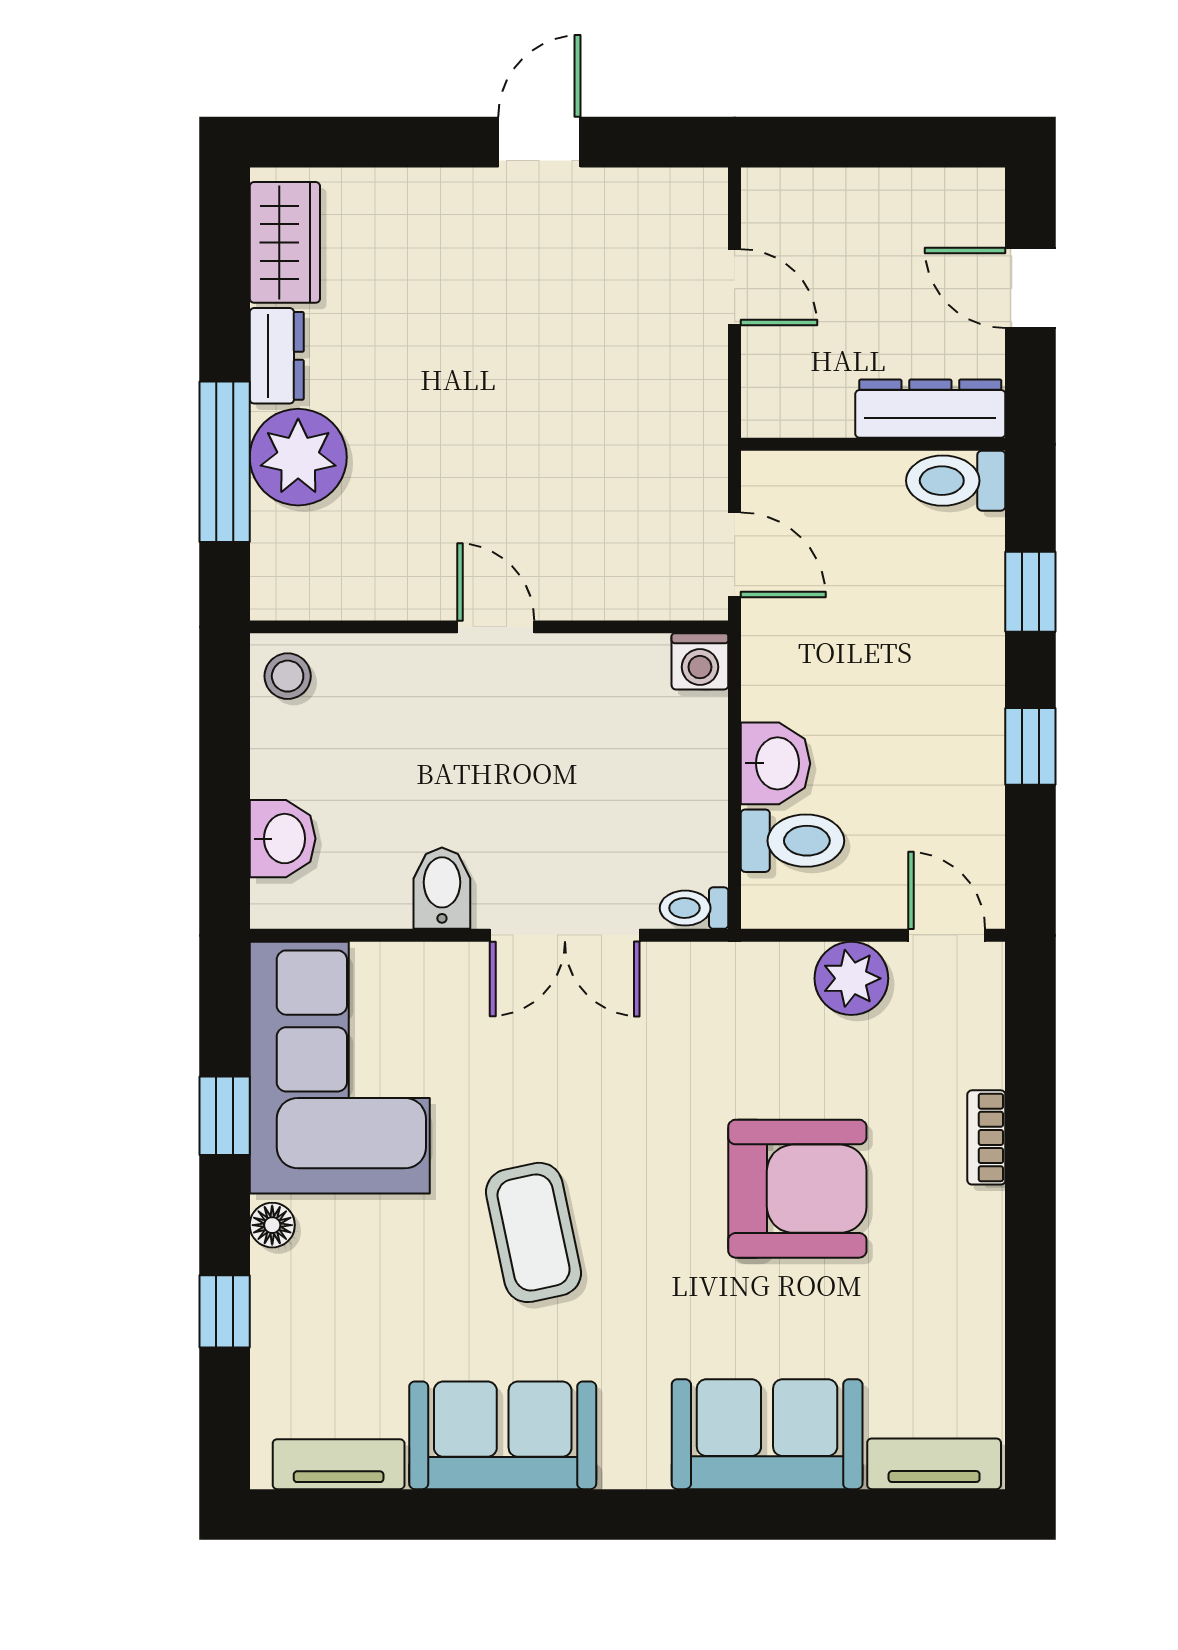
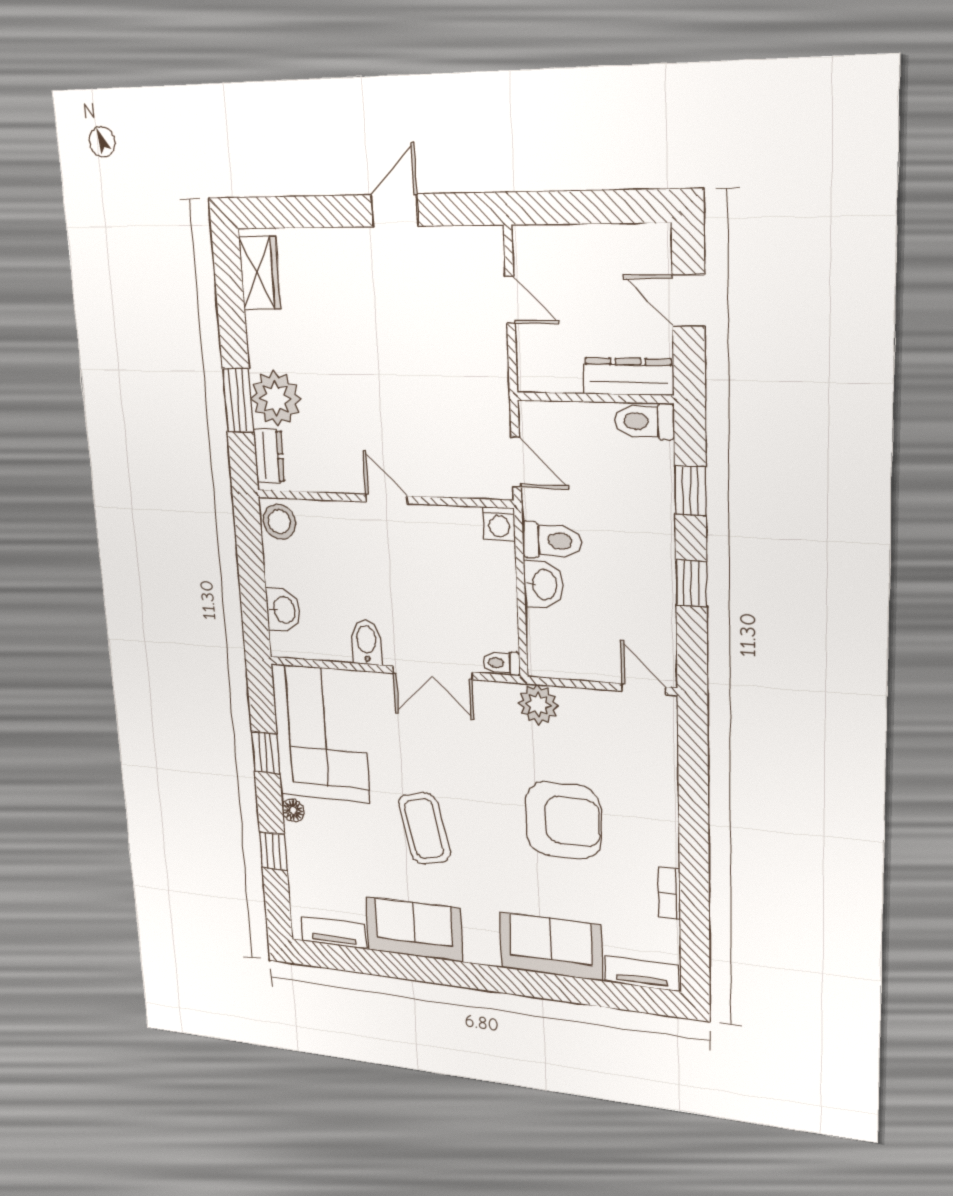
dresser: (277, 356) -> (269, 456), moved
window: (225, 462) -> (238, 400), width x0.69
stool: (288, 676) -> (279, 522), width x1.37, depth x1.37
toilet: (792, 841) -> (552, 541), moved
plant: (851, 978) -> (538, 705), moved
bookcase: (986, 1137) -> (669, 893), moved

